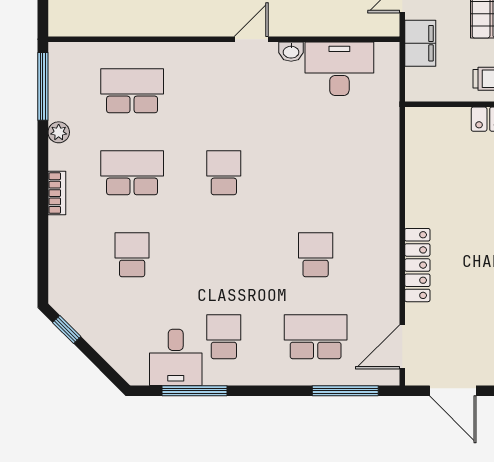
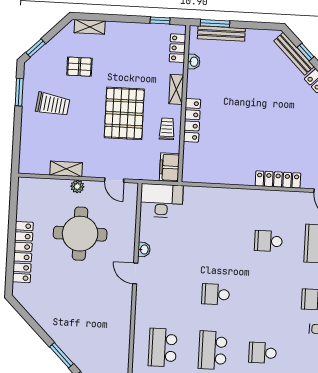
filing cabinet: (420, 43) -> (169, 167), moved, turned -90
desk: (339, 69) -> (162, 201), moved, turned 90

